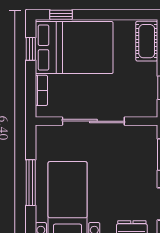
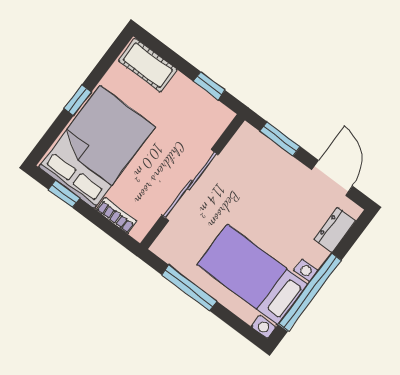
window: (61, 15) -> (78, 100), moved
window: (31, 183) -> (189, 288), moved

